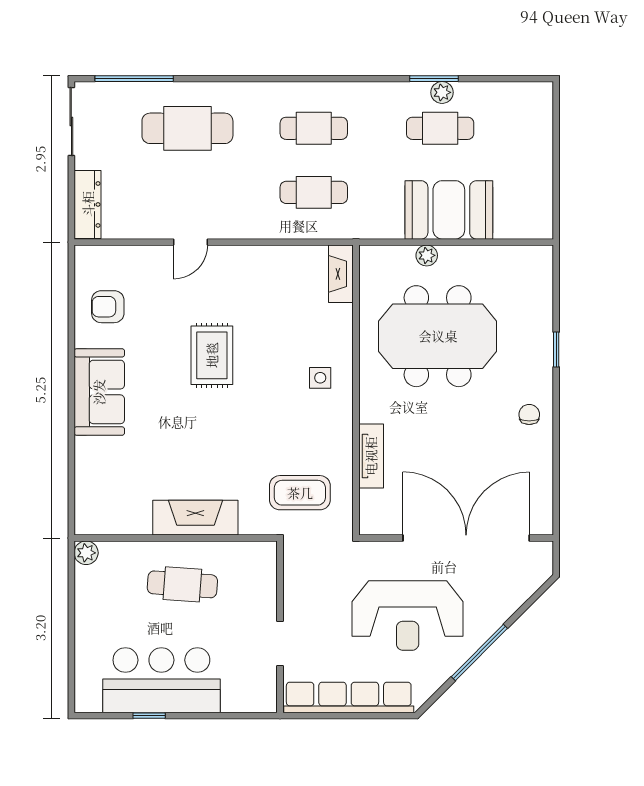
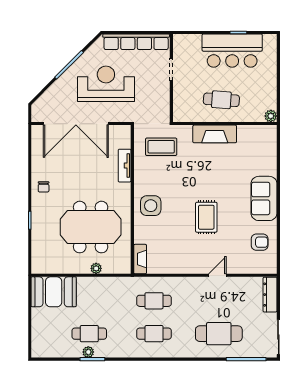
booth: (449, 210) -> (54, 292), moved
side table: (320, 378) -> (151, 206), width x1.87, depth x1.87

